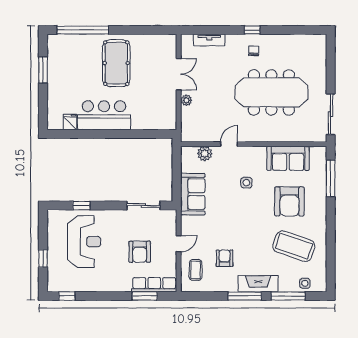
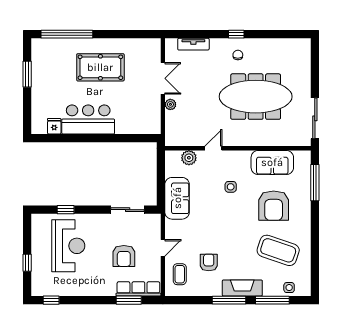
pool table: (116, 63) -> (100, 67), turned 90

